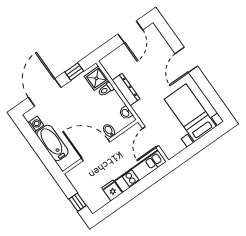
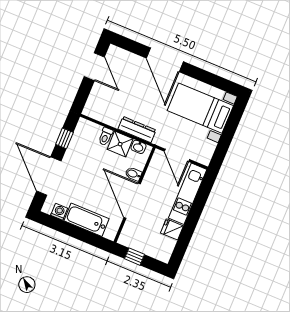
door: (186, 60) -> (165, 60), width x1.36
shower: (96, 78) -> (120, 144), moved
dresser: (126, 90) -> (137, 130), moved
door: (96, 150) -> (132, 201), hinge flipped
window: (78, 202) -> (134, 257), moved

